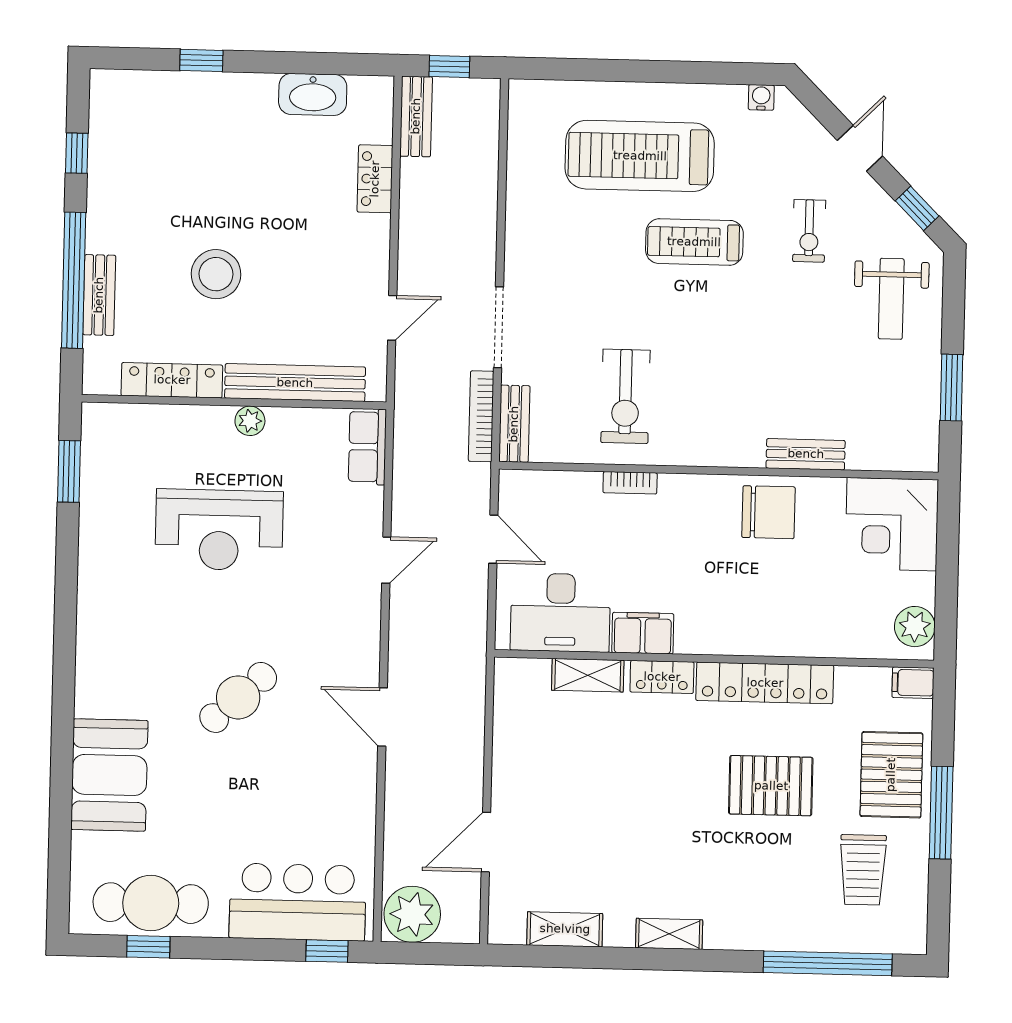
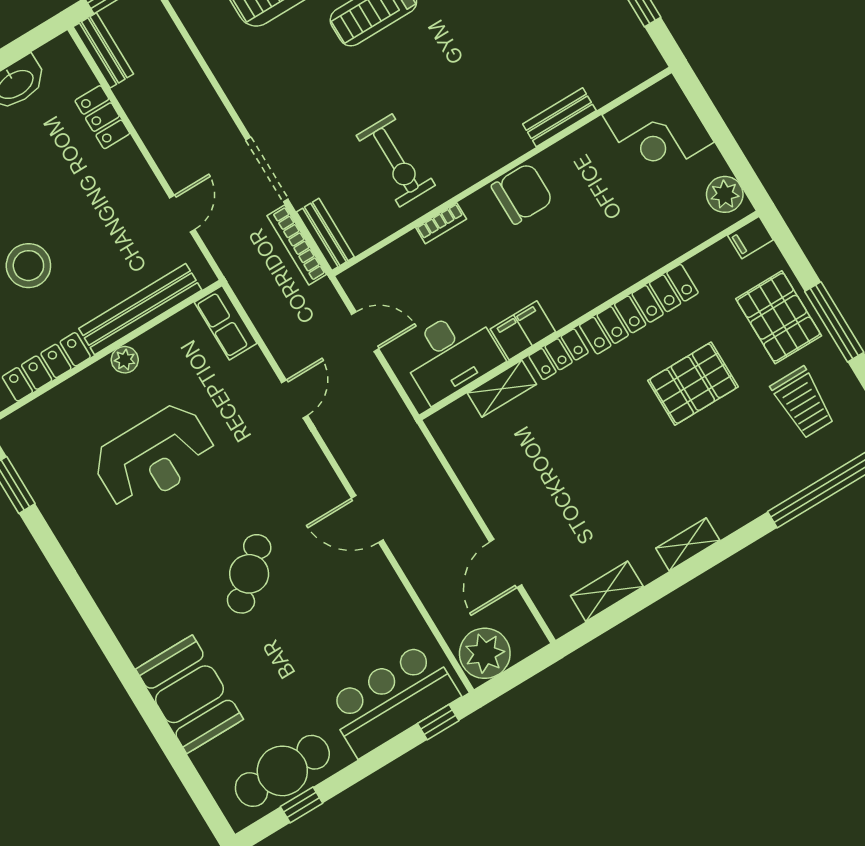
chair: (769, 512) -> (522, 193), moved

